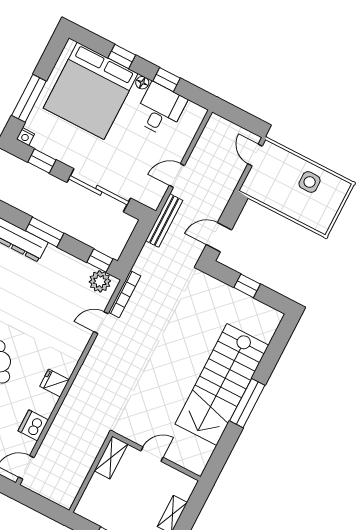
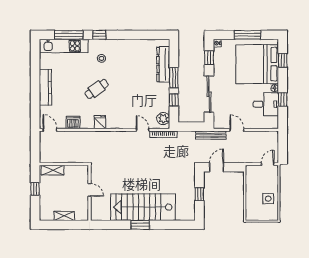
window: (122, 56) -> (283, 60), moved
window: (29, 98) -> (248, 35), moved
door: (219, 237) -> (217, 167), hinge flipped
window: (100, 261) -> (174, 100), moved
window: (247, 403) -> (140, 225), width x0.69
shelving: (111, 457) -> (53, 170), moved

